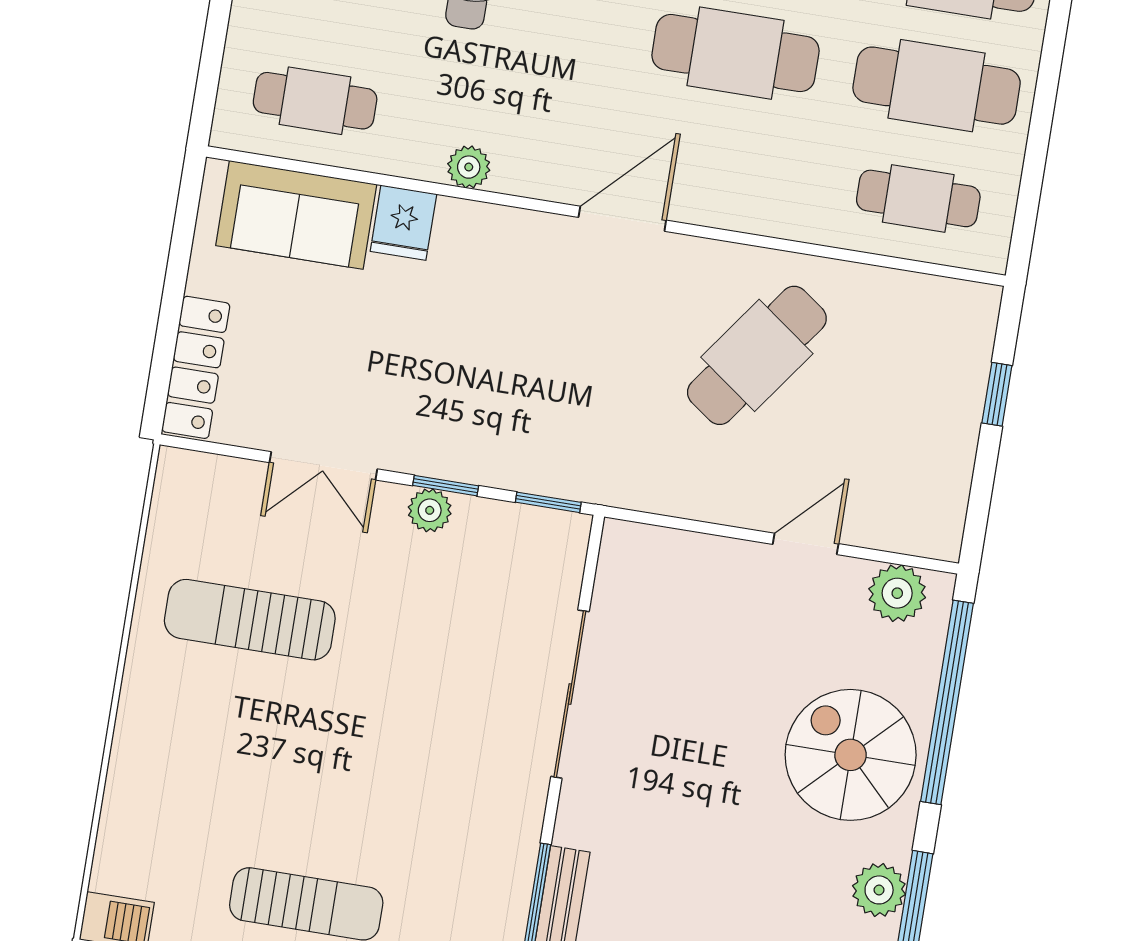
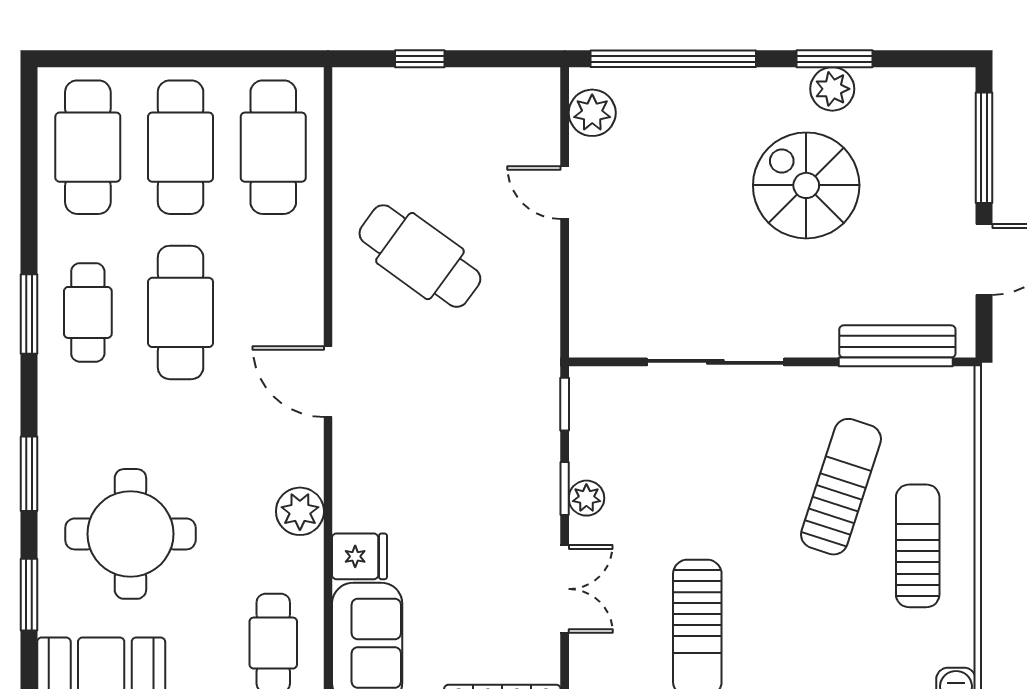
plant: (469, 167) -> (300, 511), width x1.38, depth x1.38
cafe table: (918, 198) -> (273, 147), width x1.37, depth x1.35
spiral stairs: (851, 755) -> (806, 185), moved, turned 90
sun lounger: (393, 822) -> (841, 487), added

